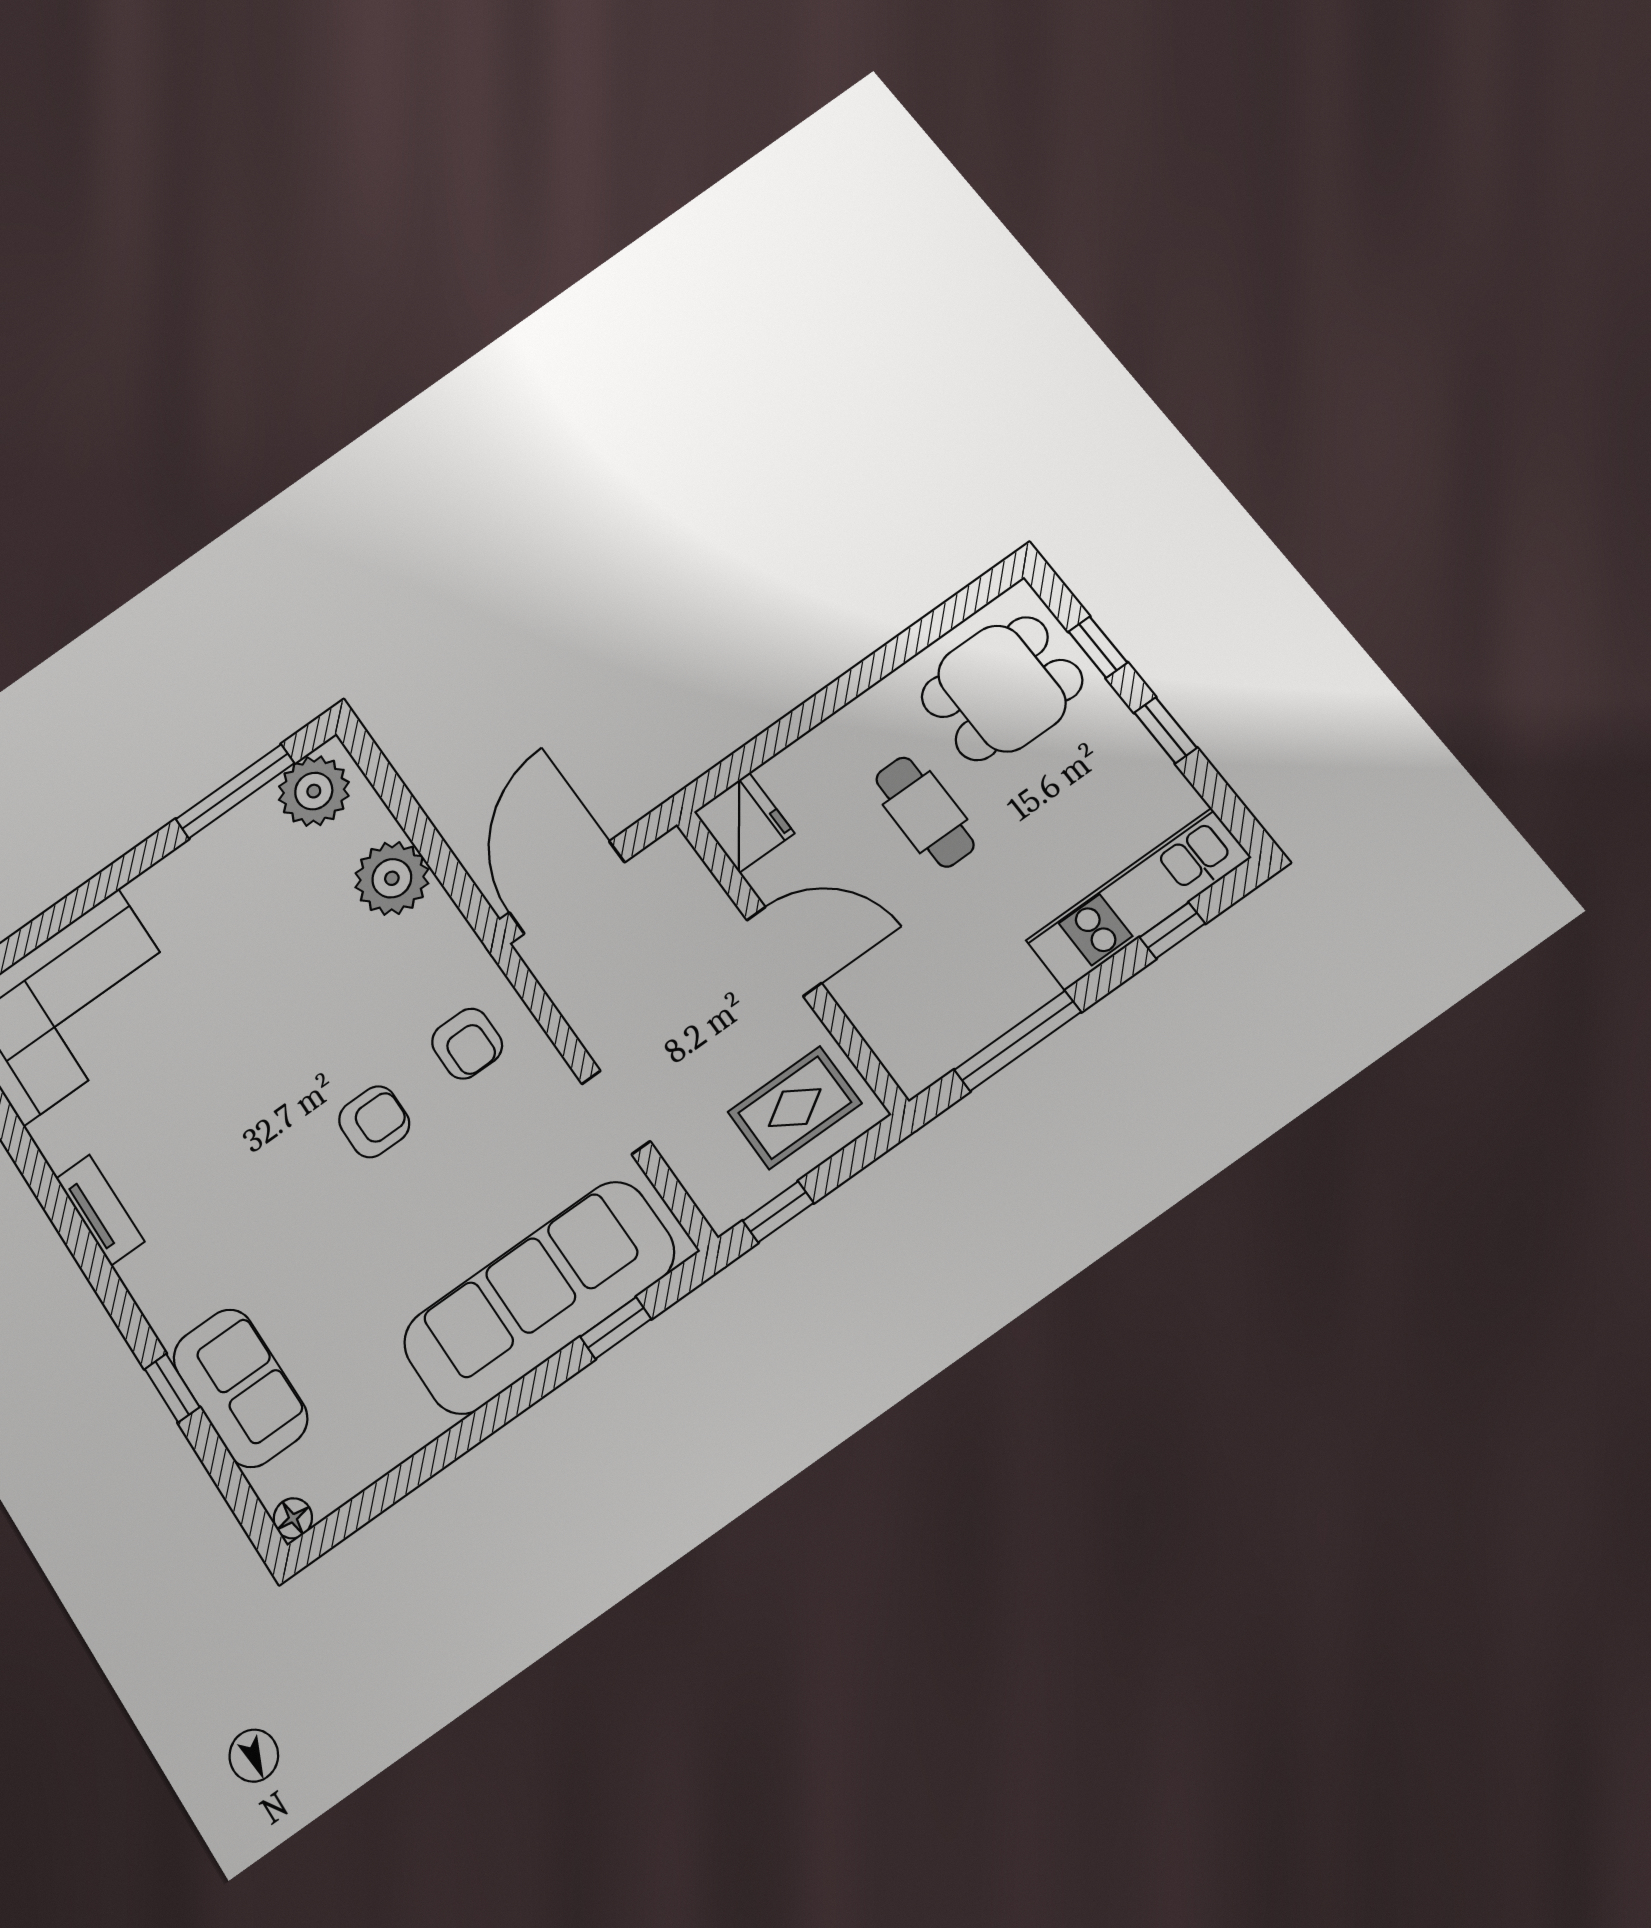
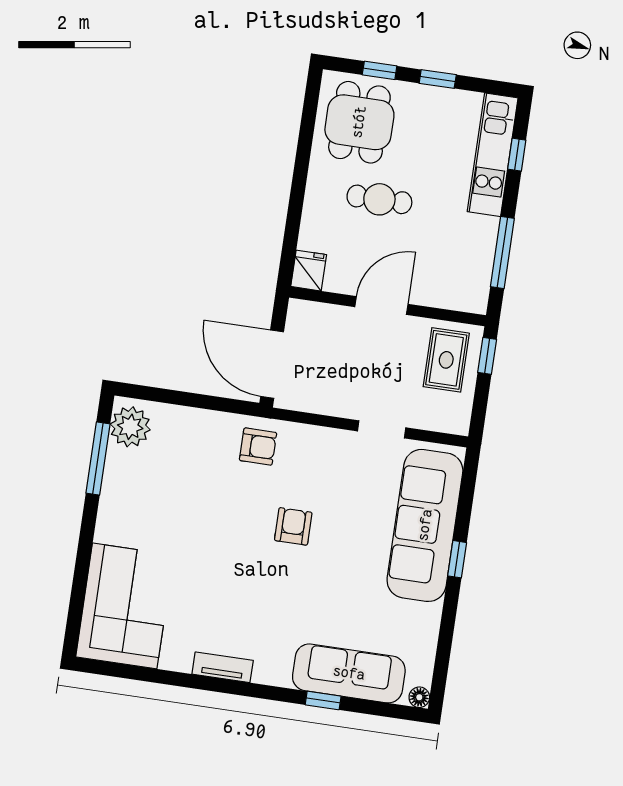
fridge: (744, 823) -> (309, 271), width x0.72
plant: (392, 878) -> (199, 429), removed
armchair: (467, 1044) -> (258, 447), moved
window: (778, 1212) -> (487, 356), moved
window: (616, 1328) -> (457, 559), moved
sofa: (240, 1388) -> (349, 673), width x1.36

